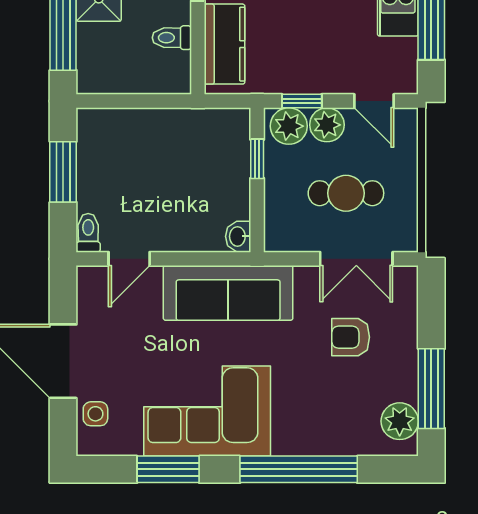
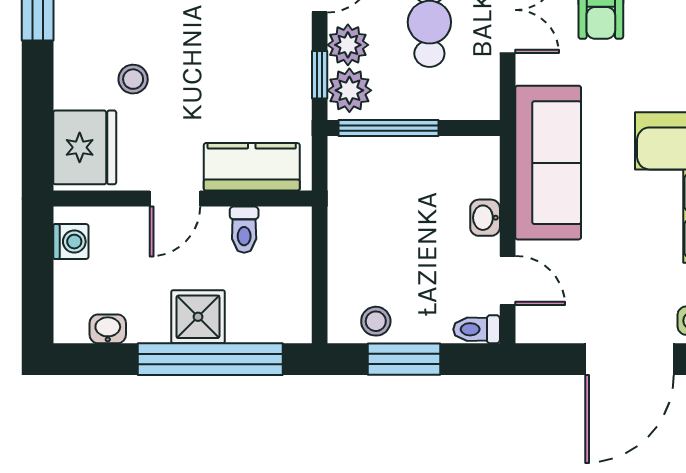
stool: (95, 148) -> (376, 321), added
window: (257, 159) -> (389, 128), width x2.17
washbasin: (238, 236) -> (485, 218), moved, turned 90

